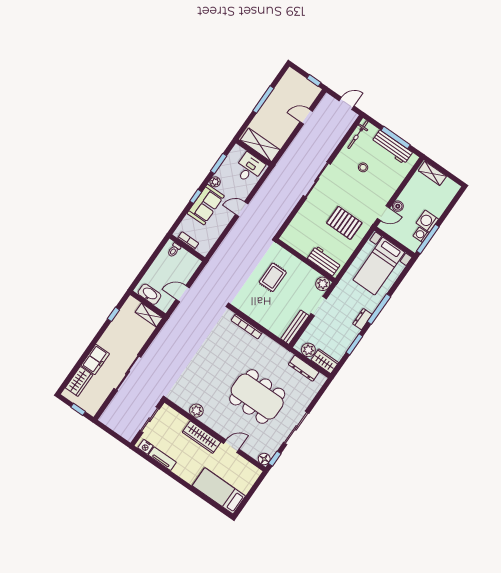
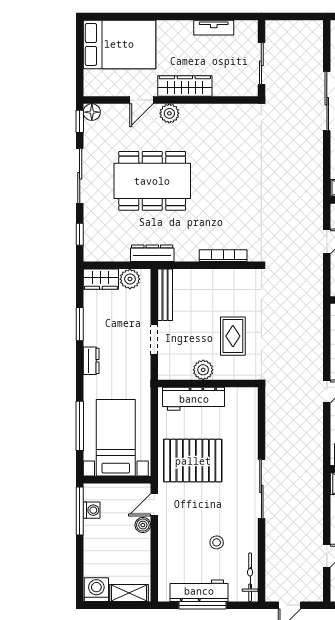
washing machine: (427, 221) -> (96, 590), moved, turned -90
pallet: (344, 223) -> (193, 461), width x1.37, depth x1.41
workbench: (324, 261) -> (194, 399), width x1.38
plant: (323, 284) -> (203, 370), moved
window: (379, 309) -> (80, 426), moved
dresser: (304, 368) -> (152, 253), moved
window: (319, 395) -> (80, 234), added
plant: (196, 411) -> (169, 113), moved
nightstand: (146, 447) -> (243, 28), removed
bed: (219, 491) -> (119, 44), width x1.50

